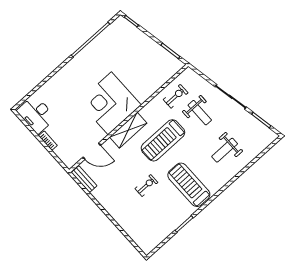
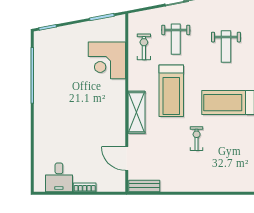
corner desk: (110, 103) -> (107, 60), moved, width x0.74, depth x0.74
weight bench: (200, 113) -> (176, 39), turned 90
desk: (36, 114) -> (59, 177), width x0.73
door: (92, 151) -> (127, 159), swing flipped

